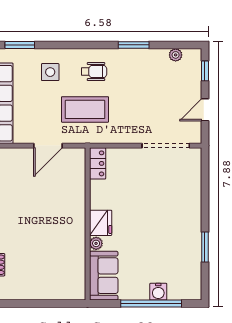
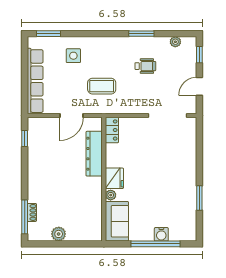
wheelchair: (94, 72) -> (145, 66), moved
coffee table: (85, 109) -> (102, 86), width x0.73, depth x0.76
dresser: (76, 193) -> (94, 154), added
plant: (32, 291) -> (59, 234), added

